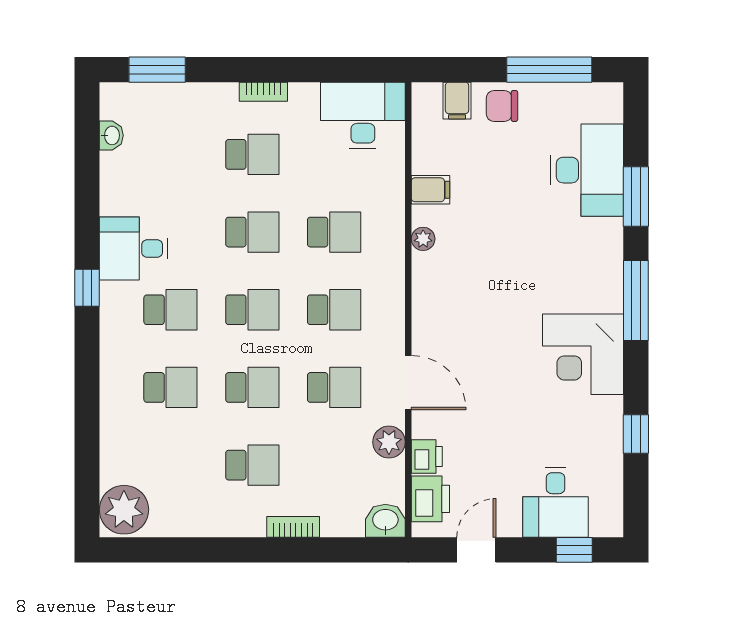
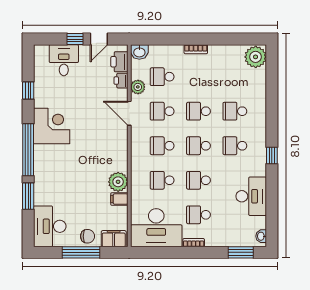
window: (549, 70) -> (81, 252), moved
filing cabinet: (457, 101) -> (114, 239), width x2.00
desk: (363, 115) -> (156, 228), width x1.36, depth x1.30
washbasin: (111, 135) -> (261, 236), moved
desk: (587, 170) -> (50, 226), moved
plant: (423, 239) -> (118, 182), width x1.88, depth x1.88
desk: (134, 249) -> (251, 196), moved, width x1.37
window: (636, 301) -> (28, 150), width x1.46
school desk: (252, 465) -> (162, 77), moved
bookcase: (293, 527) -> (196, 49), moved
window: (574, 550) -> (75, 39), moved

